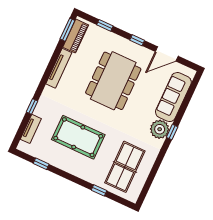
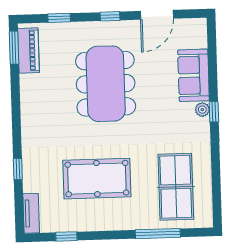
tv unit: (59, 68) -> (28, 103), removed
sofa: (173, 97) -> (193, 75), width x0.73
tv unit: (31, 129) -> (31, 213), moved
plant: (160, 129) -> (202, 110), width x0.53, depth x0.53
window: (99, 190) -> (158, 234), width x2.17

